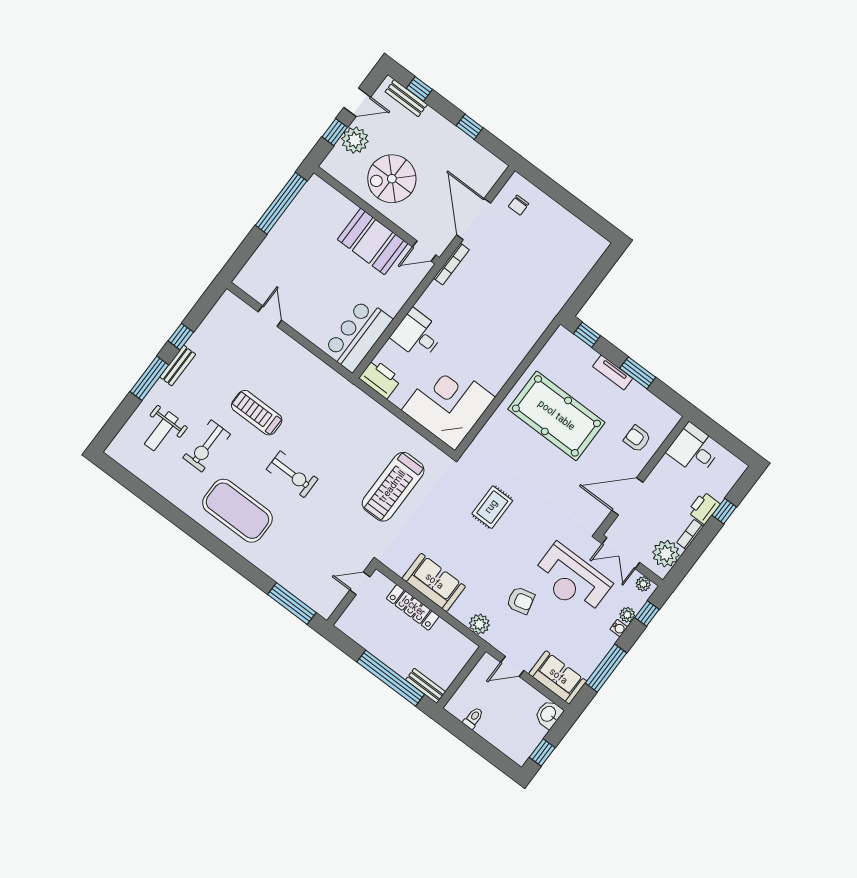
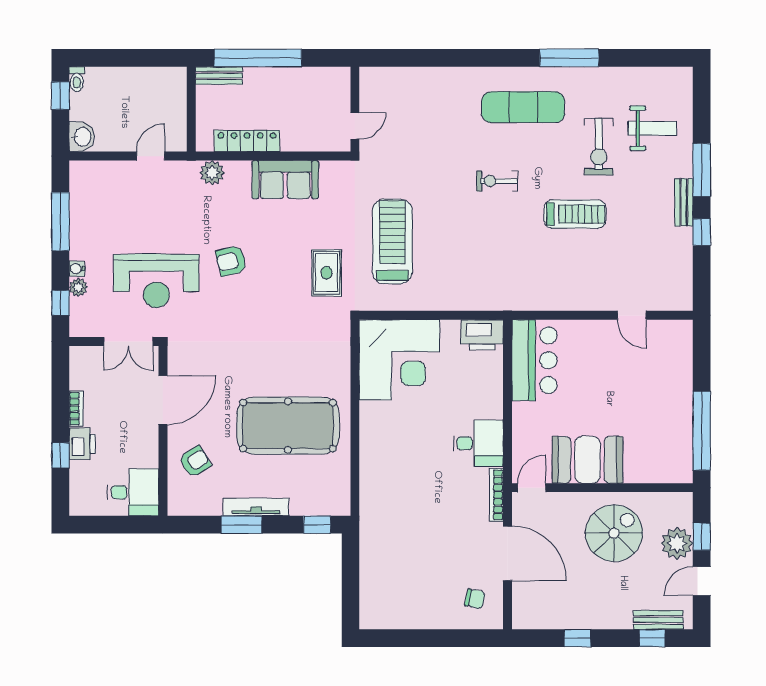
chair: (519, 205) -> (475, 599), turned 102
desk: (417, 335) -> (478, 443), moved
tv unit: (613, 372) -> (256, 507), width x1.41
weight bench: (161, 431) -> (652, 128), turned 90
armchair: (637, 439) -> (195, 462), turned -32
exercise bike: (207, 446) -> (599, 147), turned 180
exercise bike: (292, 474) -> (497, 181), width x0.73, depth x0.72
rug: (492, 507) -> (327, 273), moved
exercise mat: (237, 511) -> (523, 107), width x0.68
double door: (621, 553) -> (128, 341), swing flipped
plant: (666, 554) -> (85, 373), removed
reception desk: (572, 580) -> (156, 281), turned 180
plant: (643, 584) -> (85, 328), removed
armchair: (521, 600) -> (231, 261), moved
window: (292, 604) -> (569, 58), moved
locker: (413, 607) -> (247, 141), moved
sofa: (558, 677) -> (100, 178), removed
toilet: (473, 718) -> (77, 79), moved

